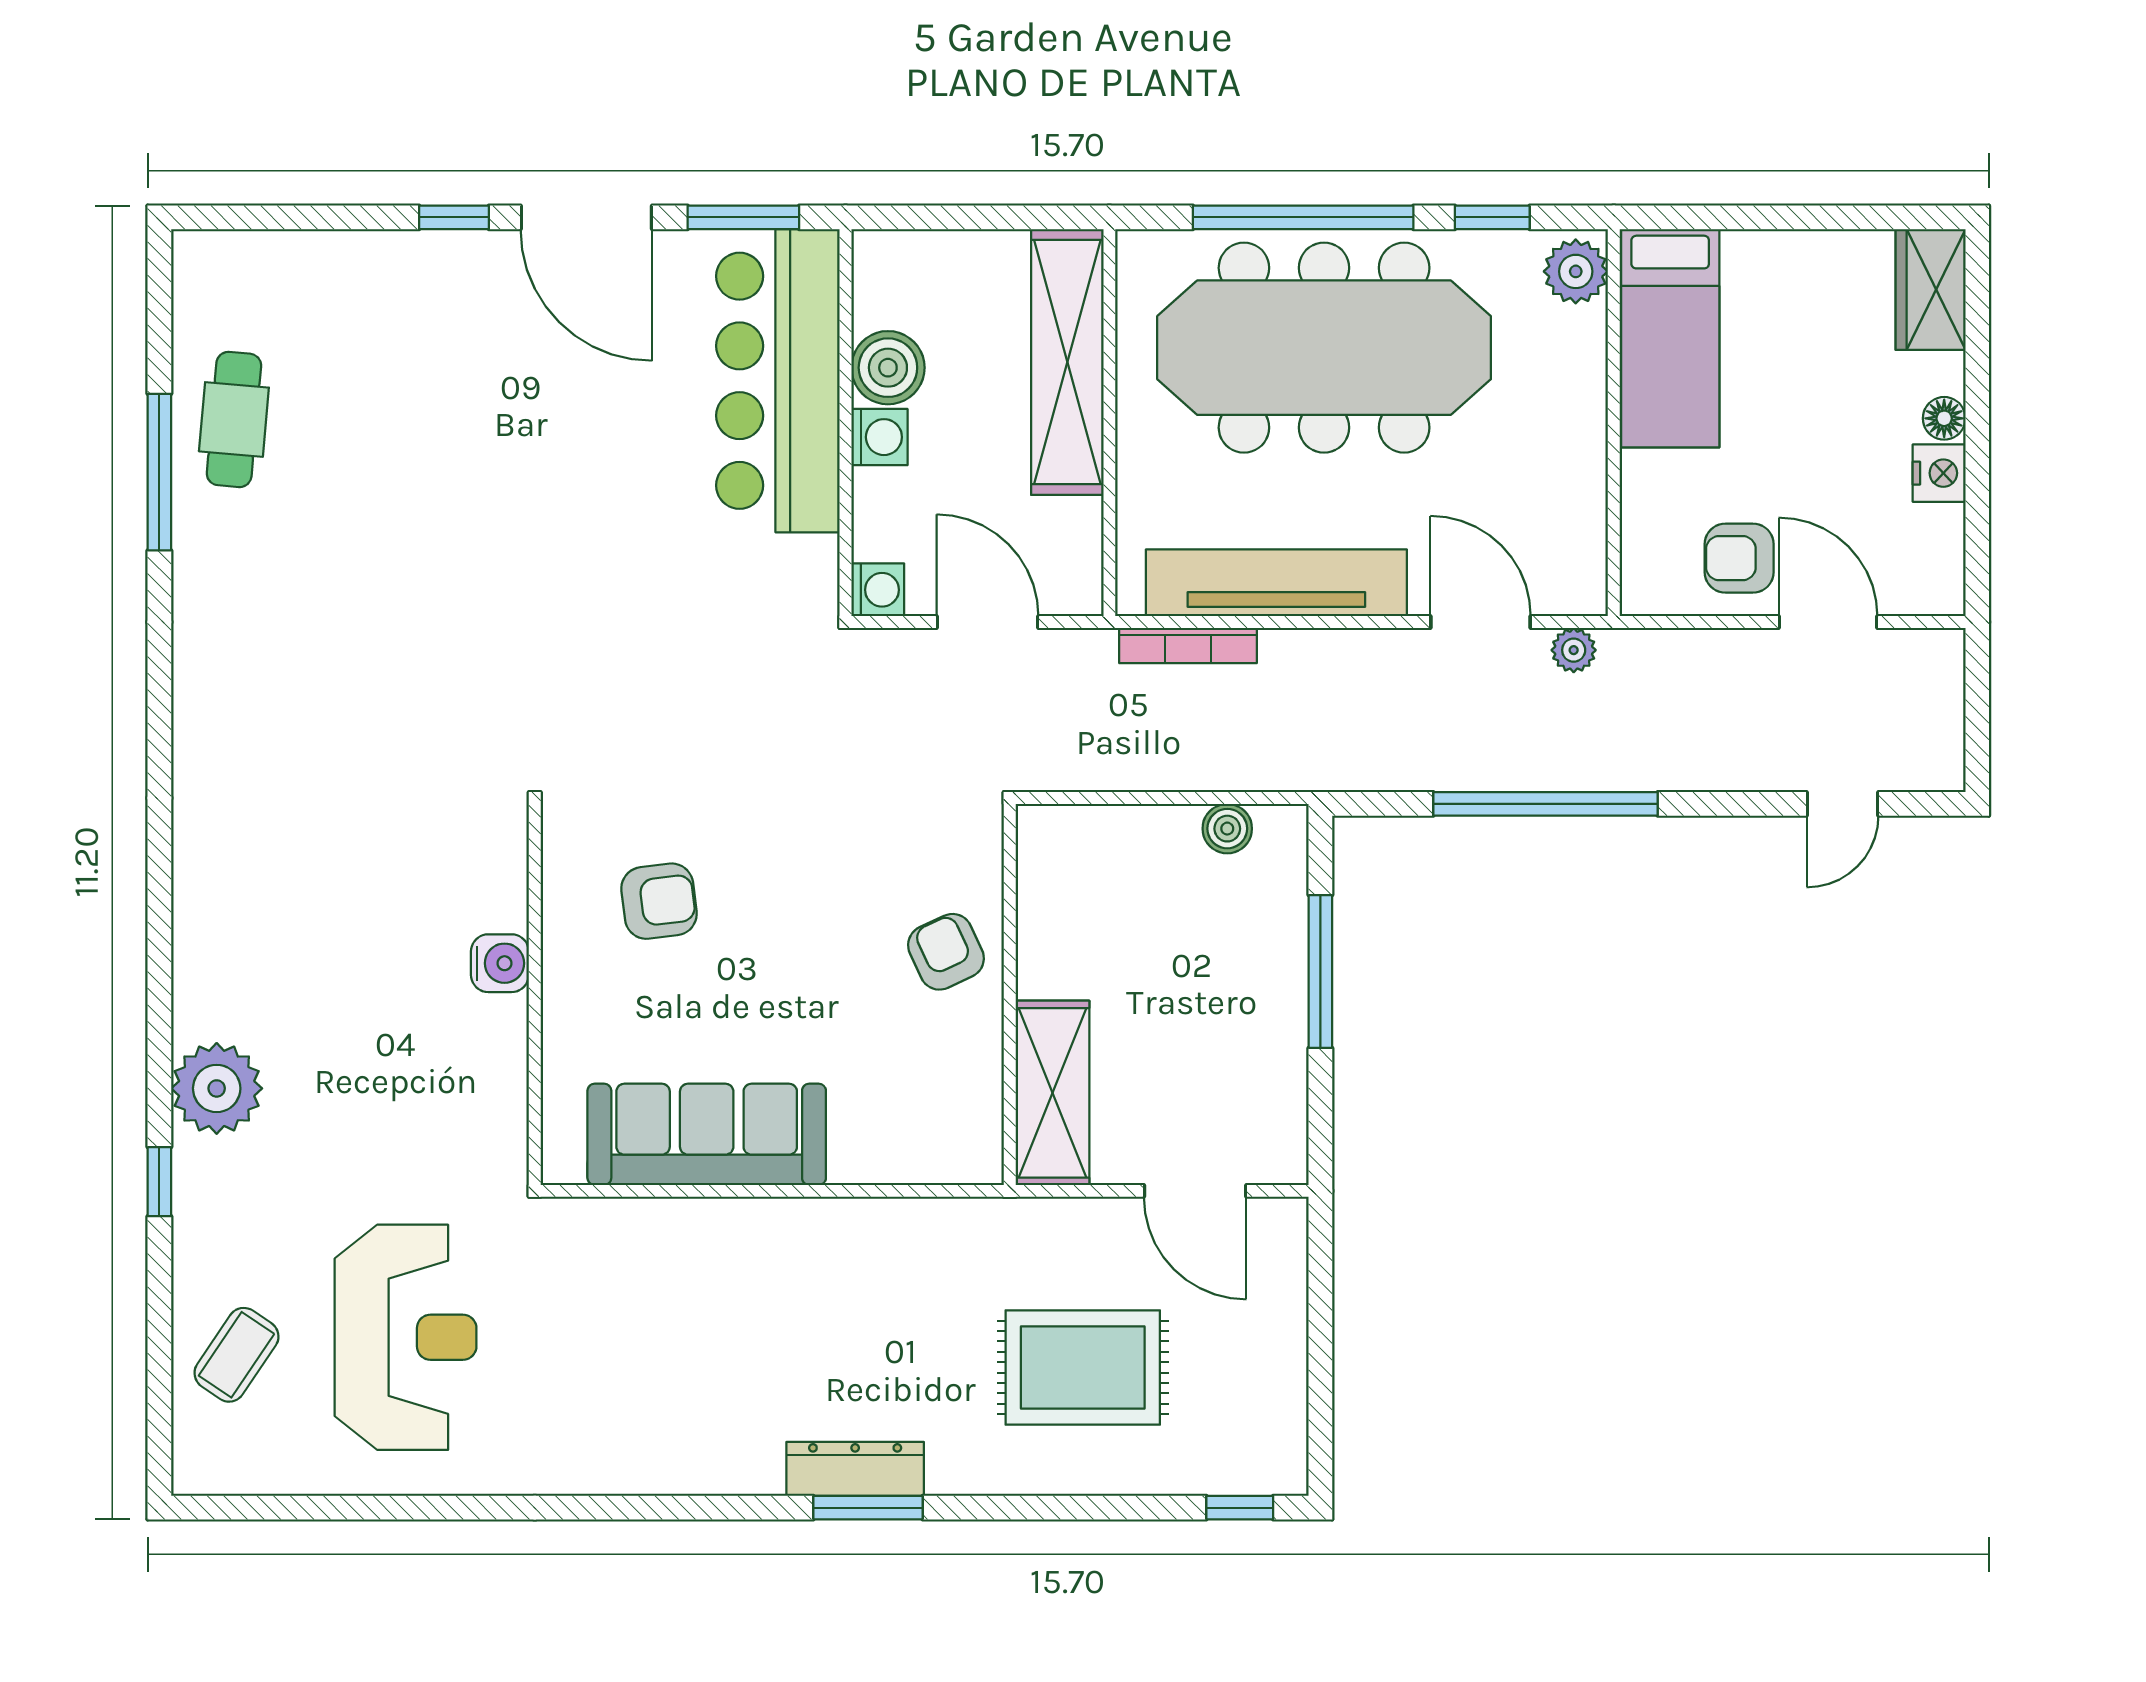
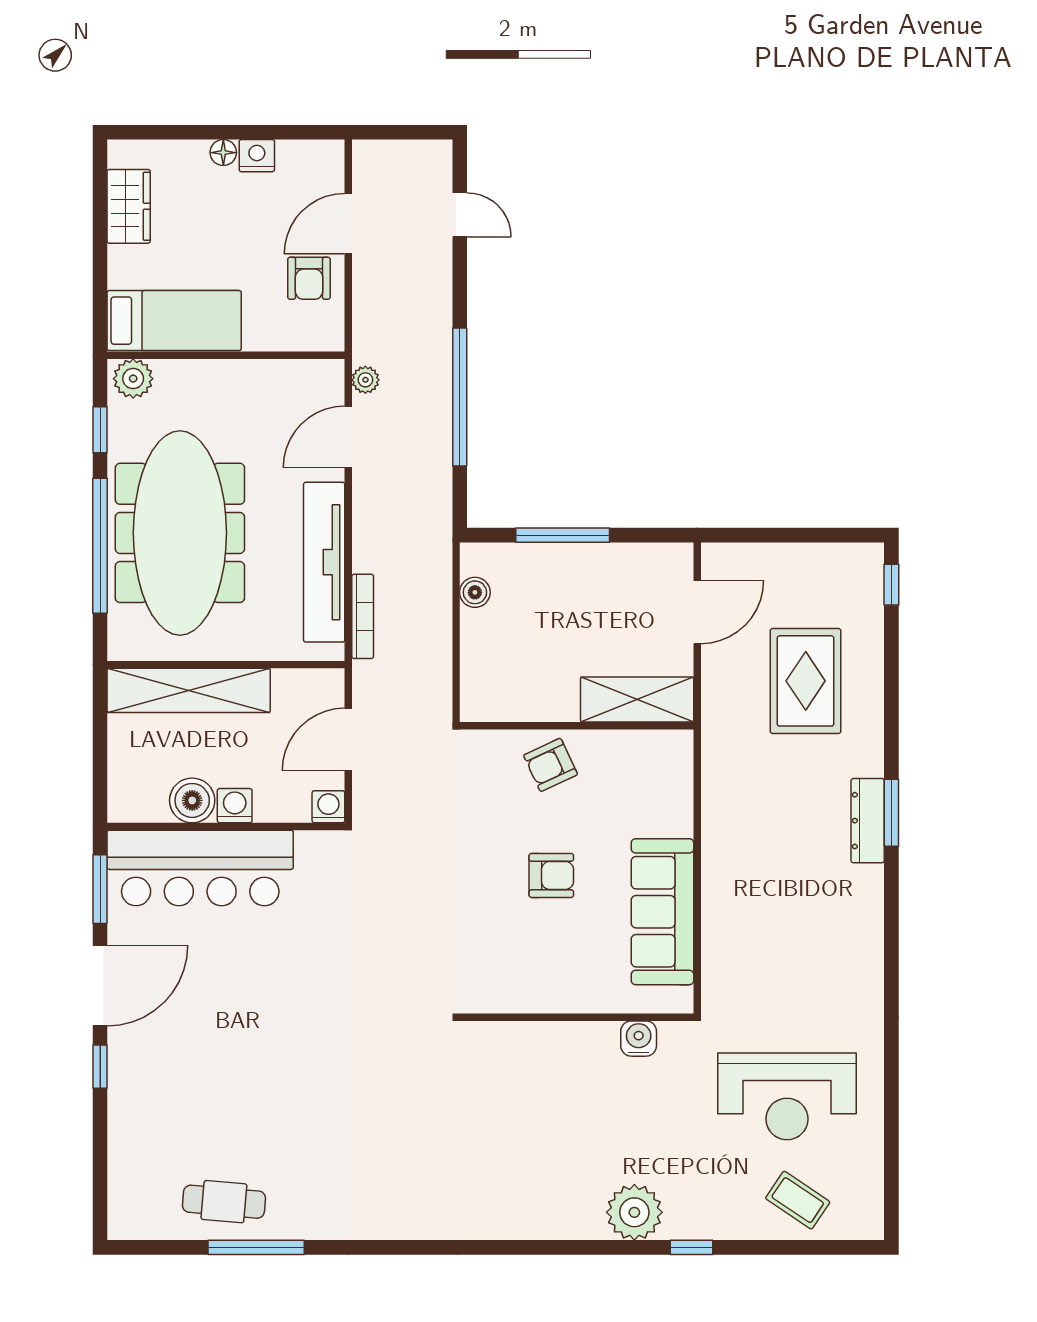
wardrobe: (1931, 289) -> (129, 206), moved, turned -90
armchair: (659, 901) -> (551, 875), moved, turned 97
water cooler: (500, 963) -> (639, 1039), moved
reception desk: (406, 1337) -> (787, 1096), turned 180

